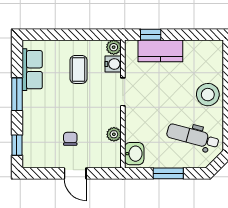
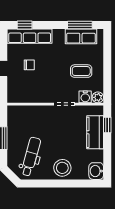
window: (17, 94) -> (80, 25), moved
plant: (114, 134) -> (33, 97), removed
row of seats: (32, 138) -> (30, 36), added
washbasin: (134, 154) -> (96, 171), moved, turned 90

